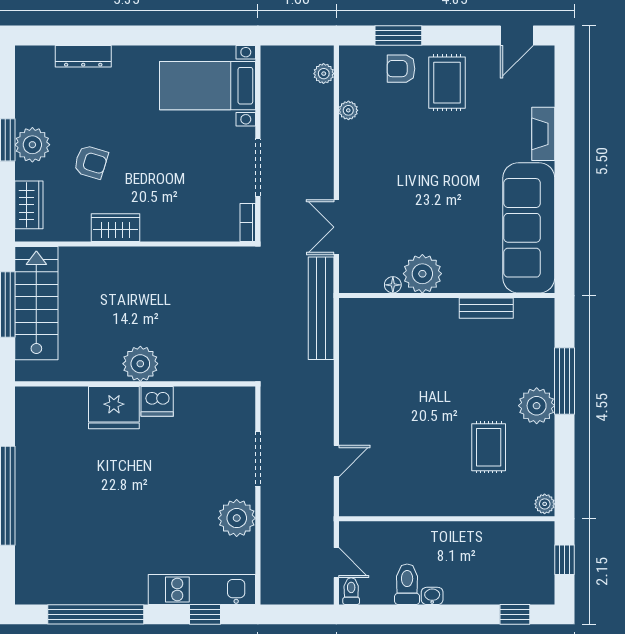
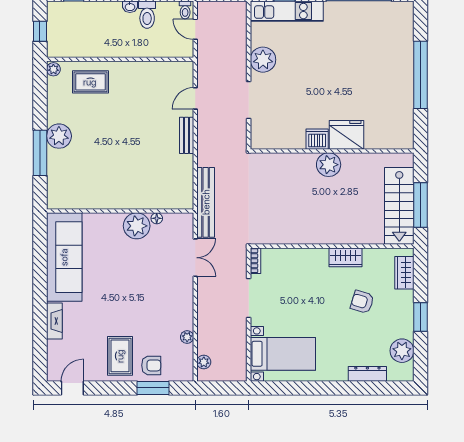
plant: (32, 145) -> (402, 351), moved
bench: (486, 308) -> (187, 135), moved, turned 90
rug: (489, 447) -> (90, 82), moved, turned 90

